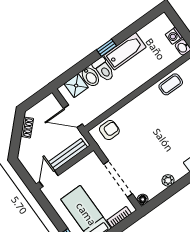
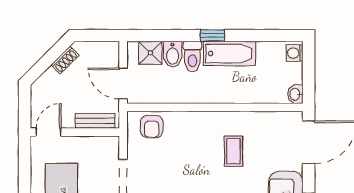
washing machine: (174, 36) -> (295, 53), moved
coffee table: (171, 84) -> (233, 151), moved, turned 90
armchair: (109, 130) -> (152, 127), turned 90
bench: (68, 154) -> (95, 121), width x0.73

